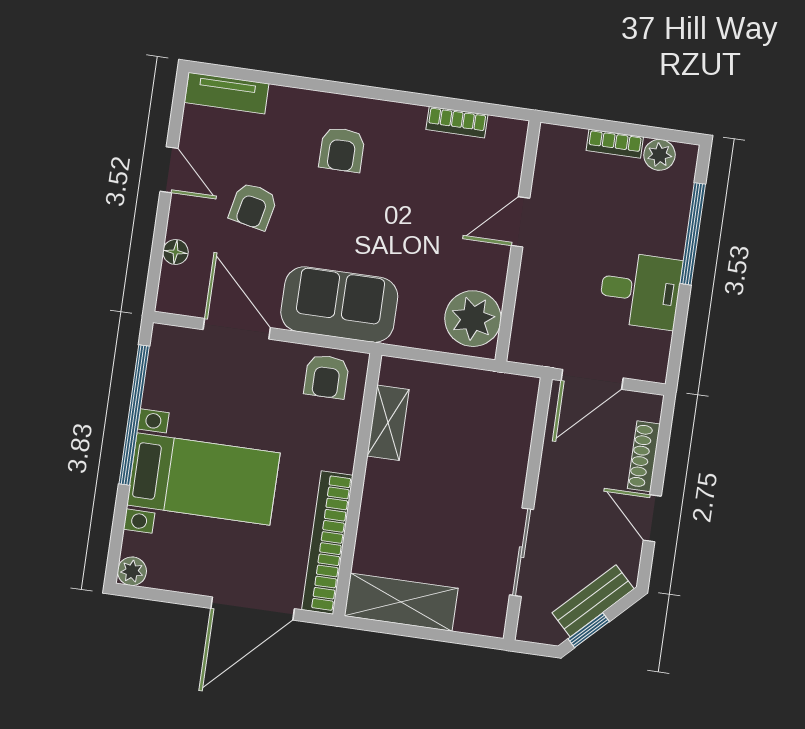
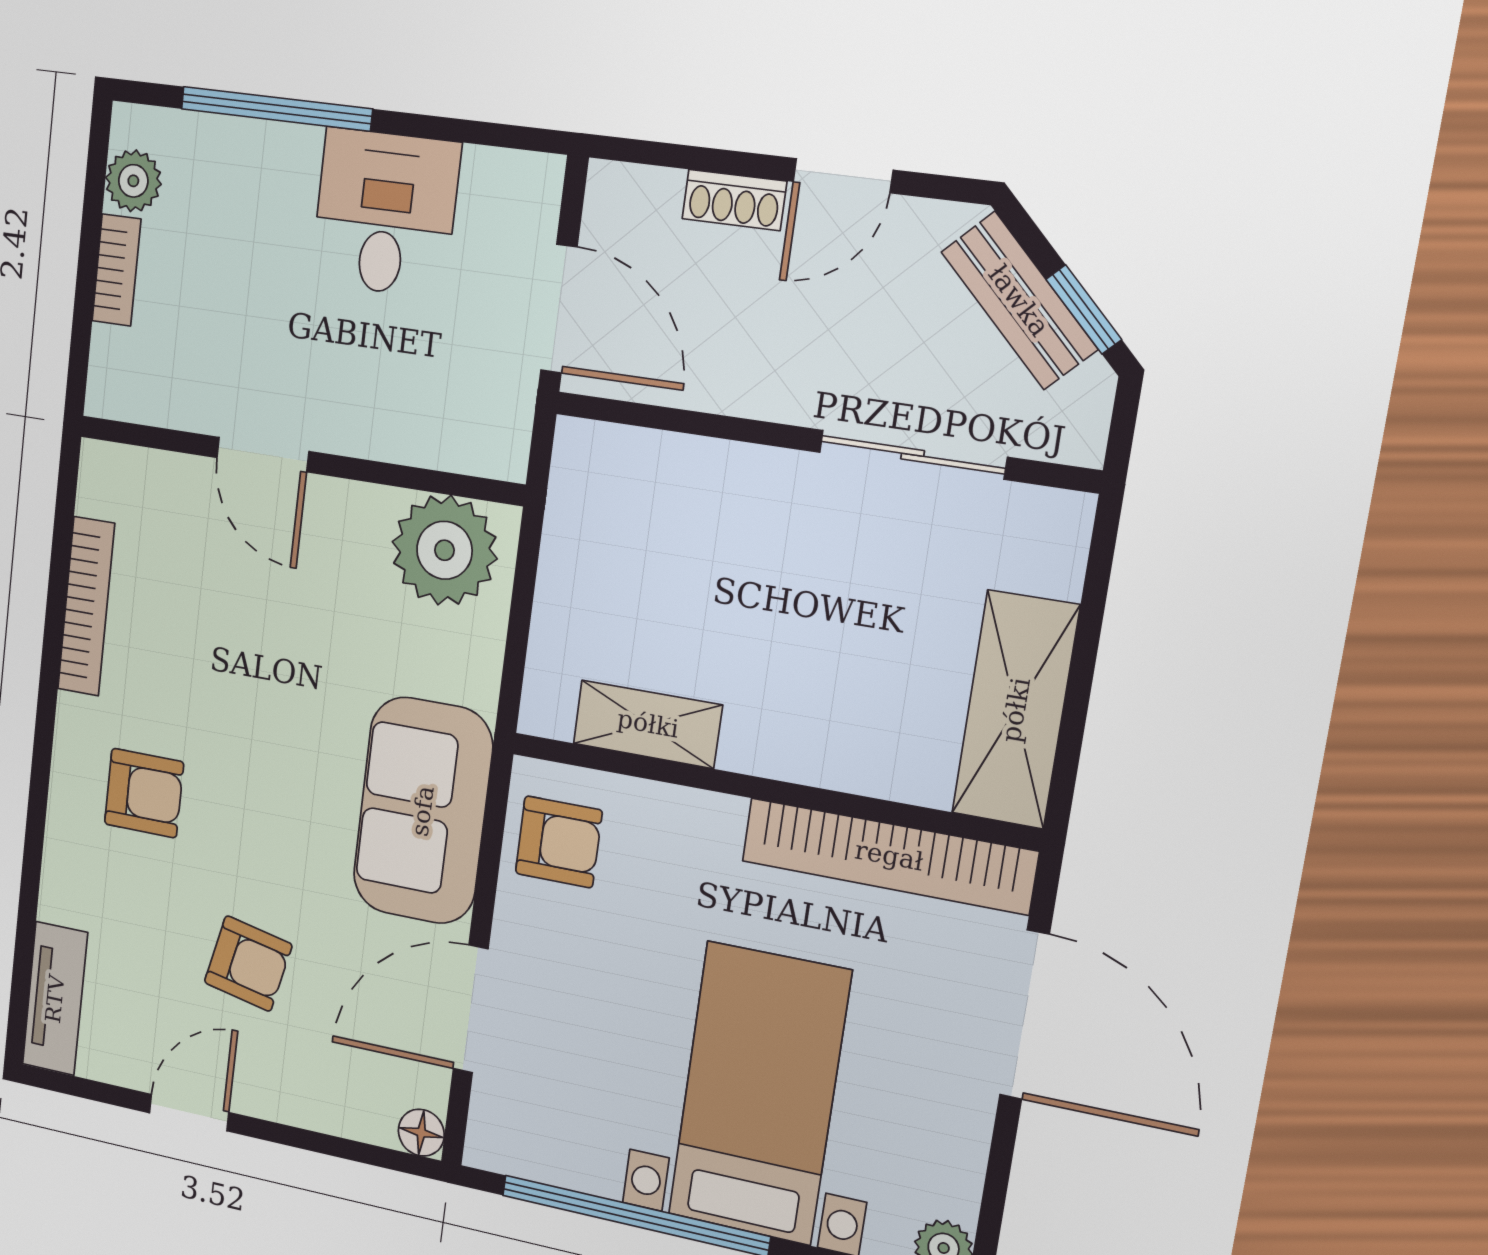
bookcase: (457, 122) -> (86, 606), width x1.56
floor lamp: (176, 252) -> (421, 1133), moved
shoe rack: (644, 456) -> (734, 200), width x0.70

